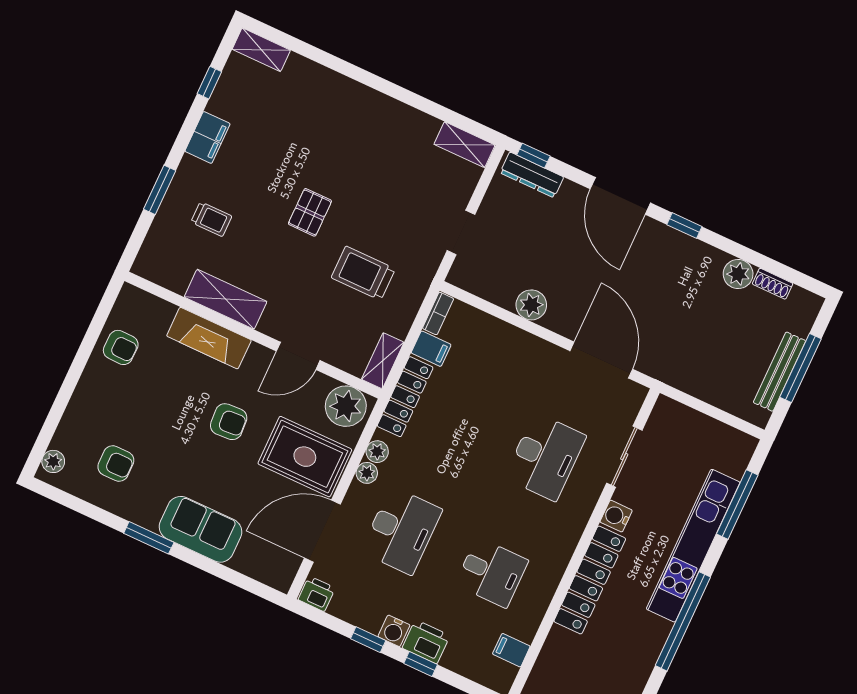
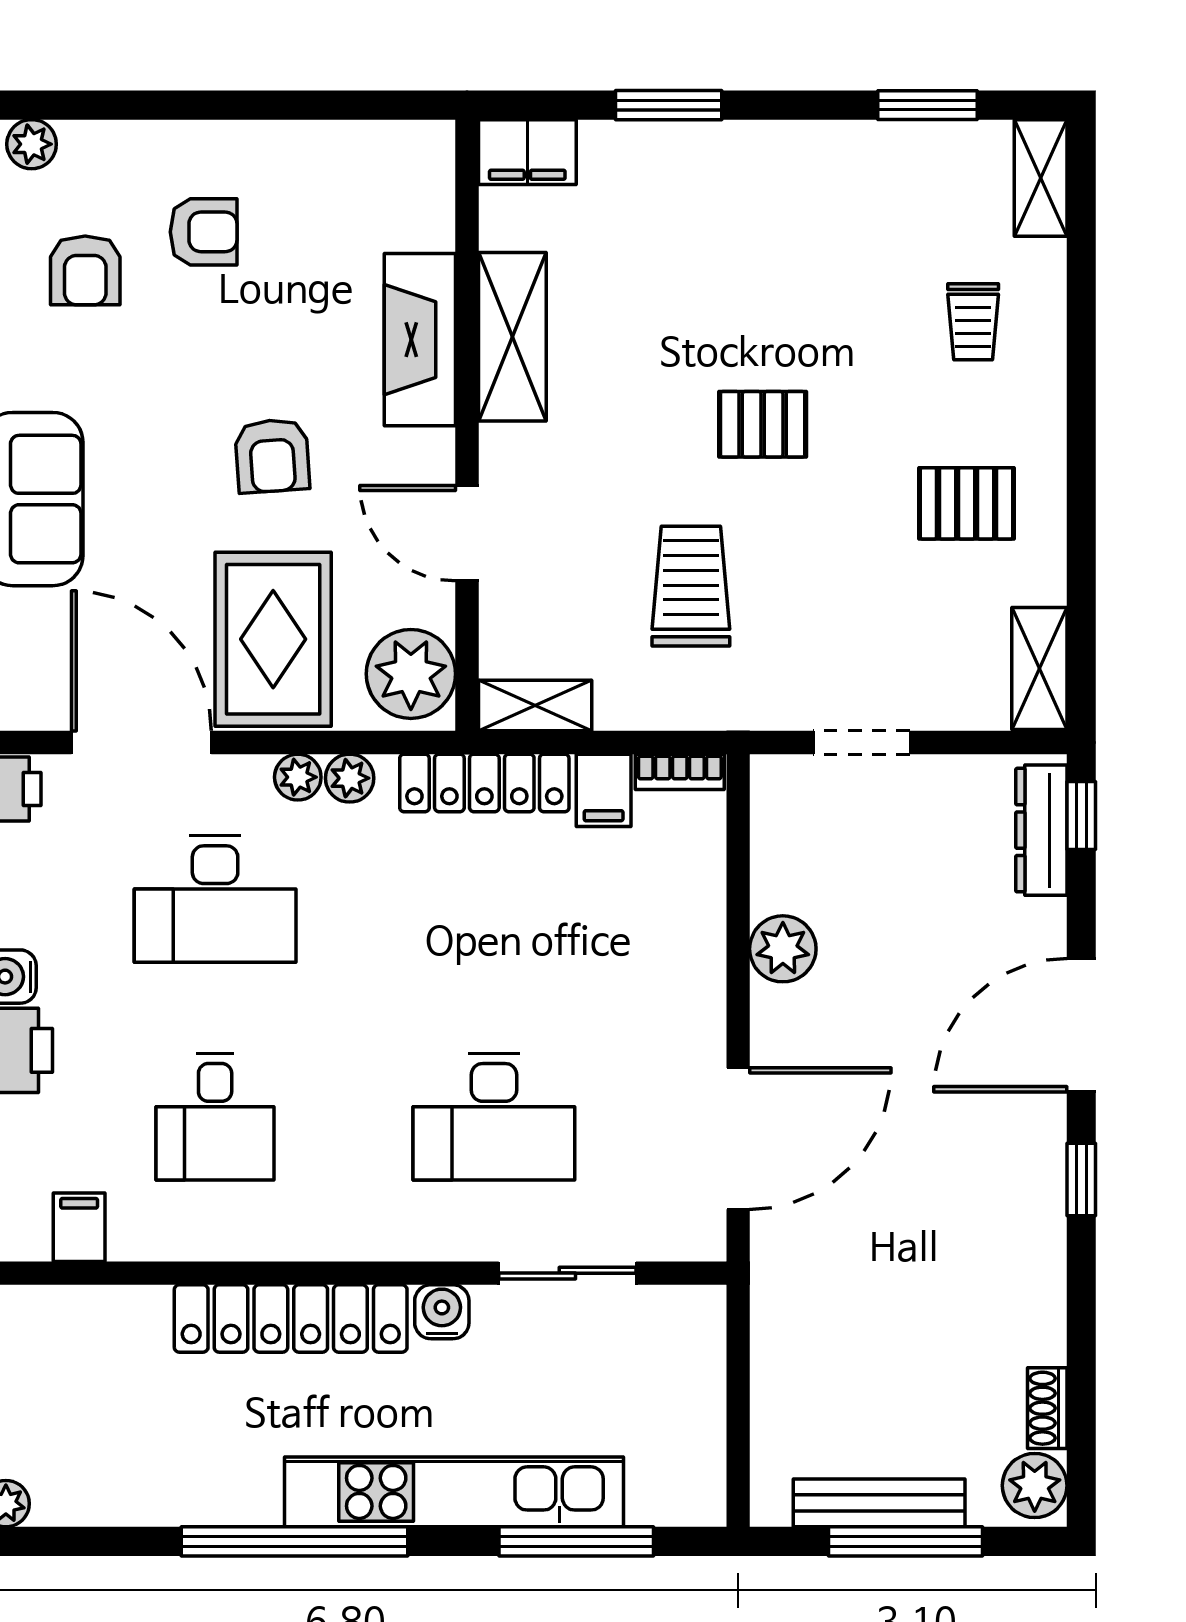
window: (209, 83) -> (927, 105), width x1.50
filing cabinet: (208, 137) -> (527, 152), moved
pallet: (382, 143) -> (967, 503), added
trolley: (211, 219) -> (973, 322), moved
plant: (738, 274) -> (1035, 1486), moved
armchair: (121, 347) -> (204, 232), moved, turned -91

